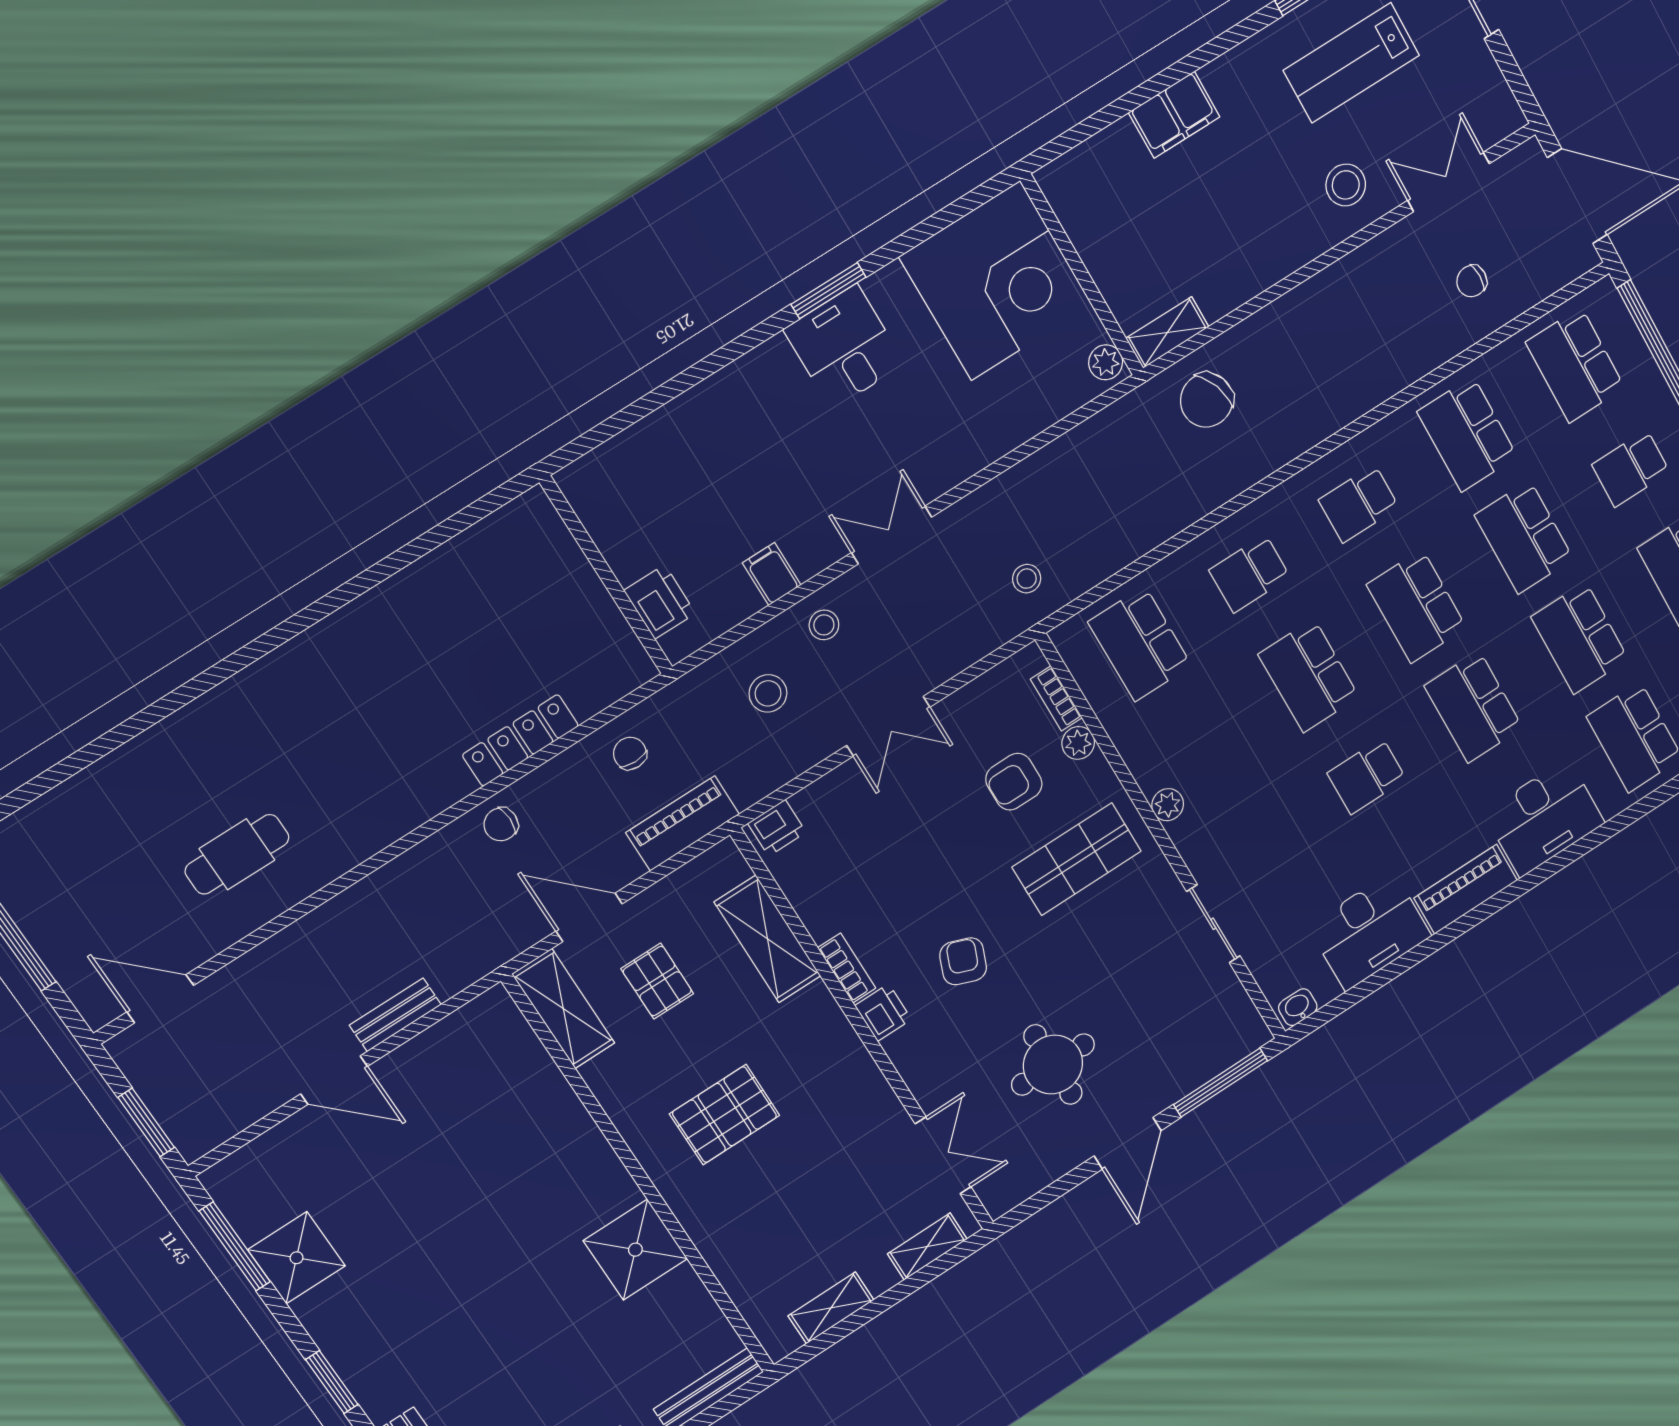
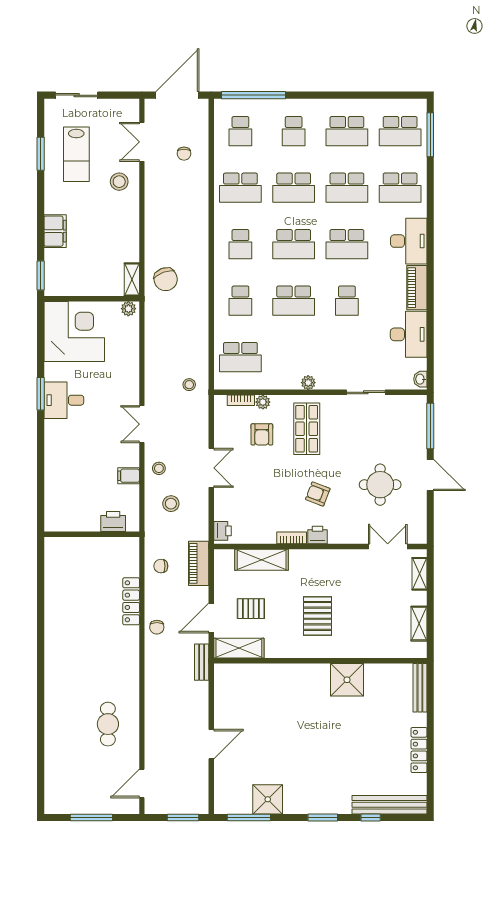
window: (1068, 140) -> (41, 276), added
school desk: (1575, 365) -> (240, 131), width x0.54
bench: (395, 1015) -> (202, 662), moved

